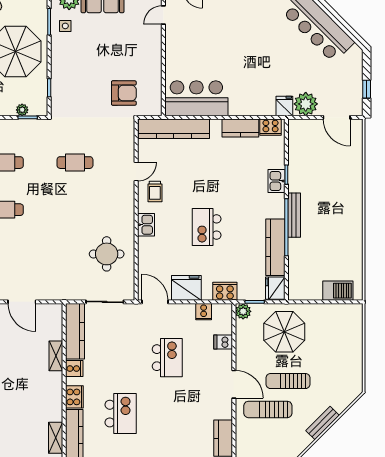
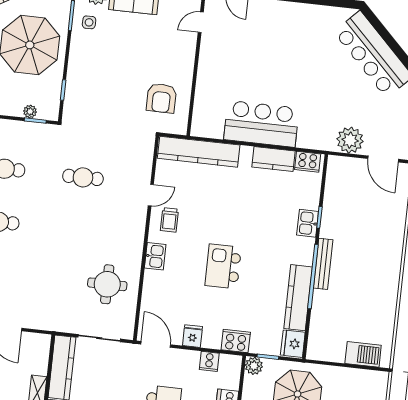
armchair: (124, 93) -> (161, 98), moved, turned 90
bar counter: (196, 98) -> (261, 124), moved
fridge: (284, 106) -> (326, 140), removed
fridge: (186, 288) -> (193, 336), width x0.53, depth x0.75

